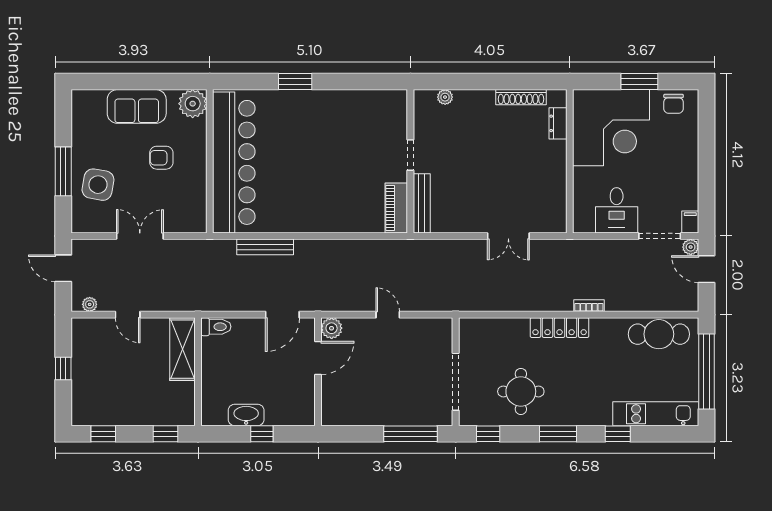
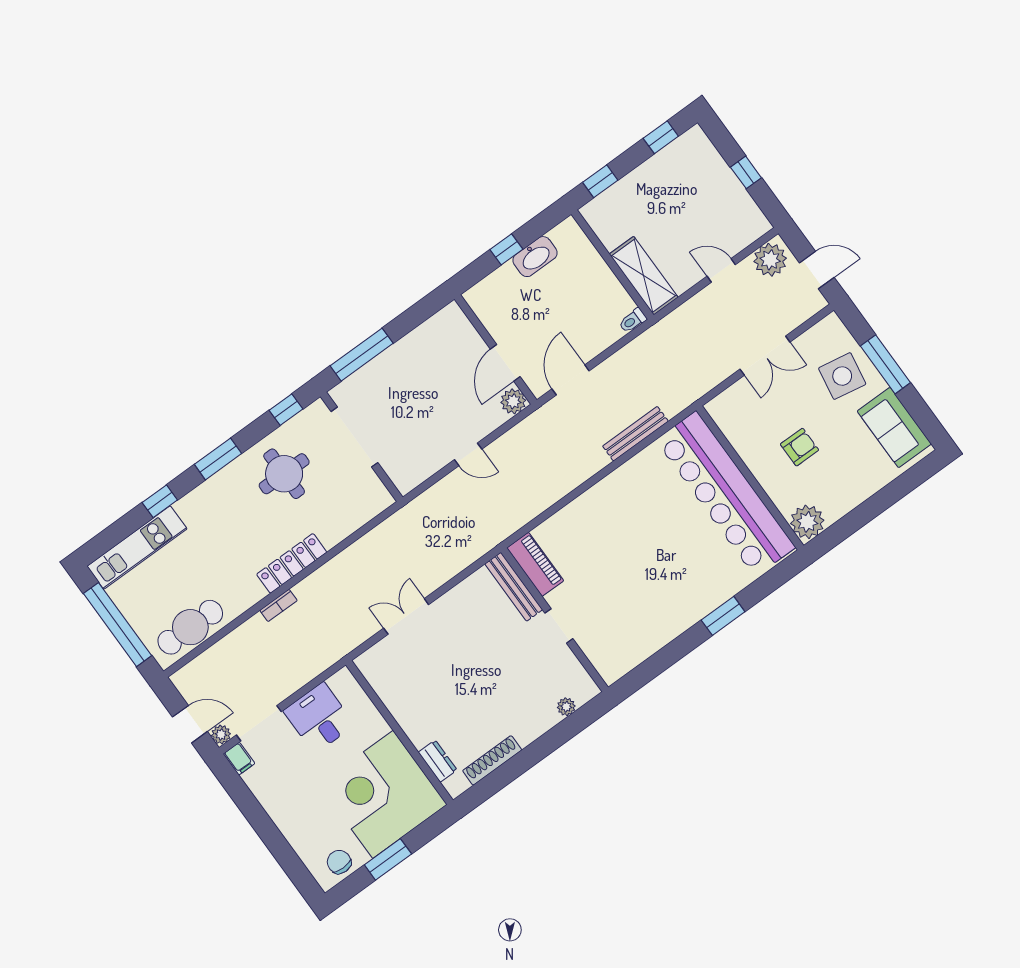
sofa: (137, 106) -> (894, 427), moved, turned -90
plant: (90, 304) -> (770, 260), width x1.87, depth x1.87
toilet: (216, 327) -> (633, 321), width x0.73, depth x0.72

